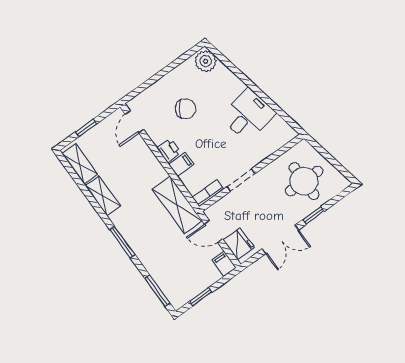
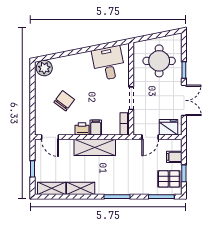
desk: (248, 115) -> (108, 63), moved
shelving: (177, 205) -> (95, 147), moved
filing cabinet: (224, 264) -> (174, 157), moved
pallet: (183, 285) -> (169, 179), added

